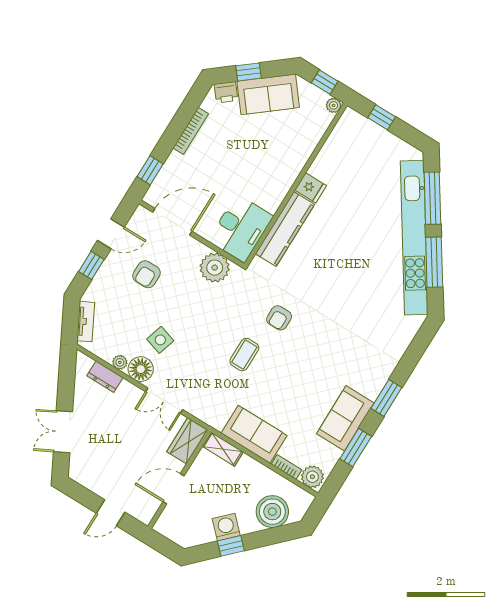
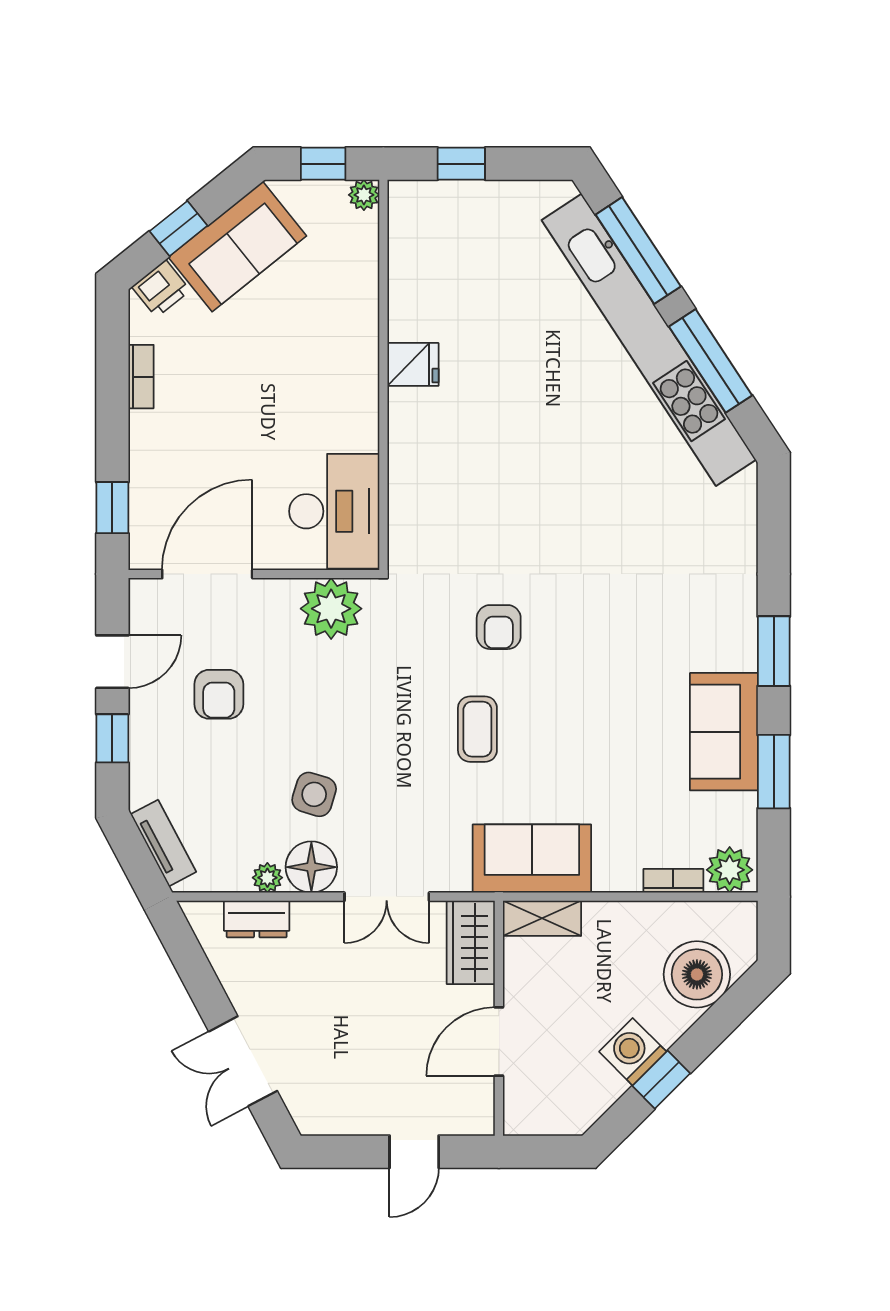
bookcase: (191, 131) -> (141, 377), width x0.64
kitchen counter: (285, 229) -> (413, 465), removed
sofa: (254, 434) -> (532, 859), moved

